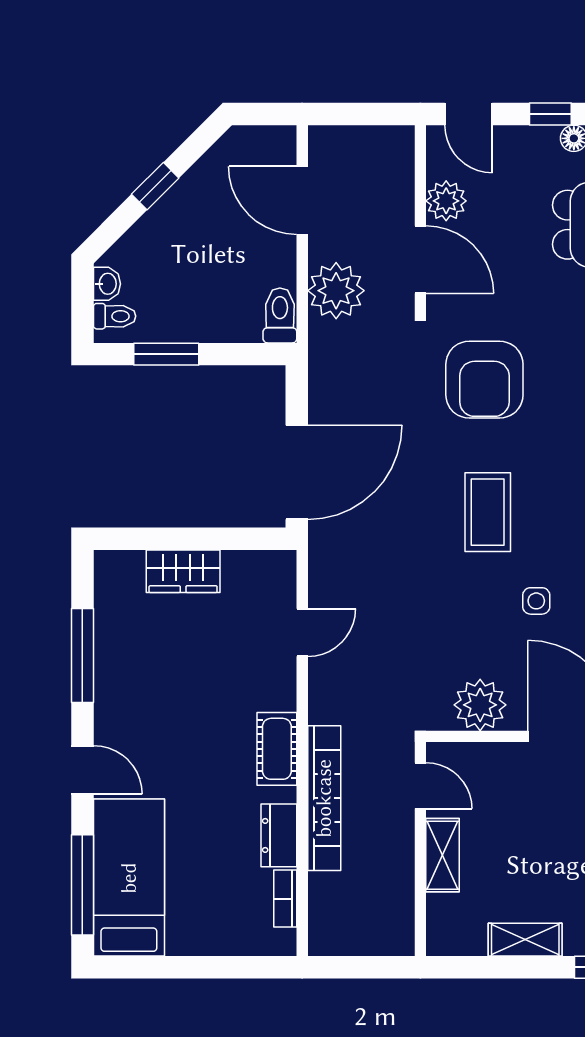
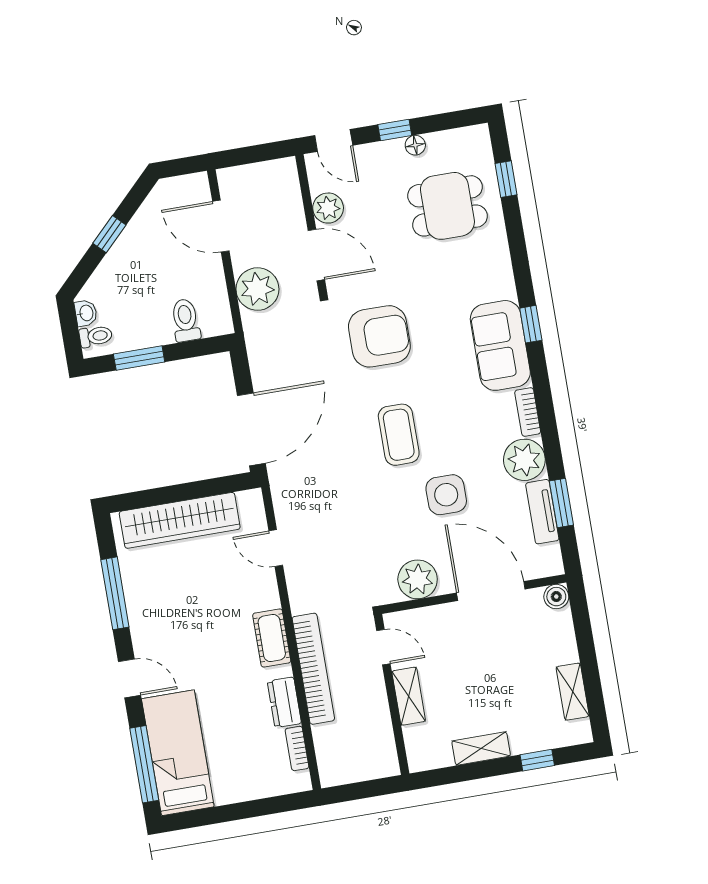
toilet: (280, 315) -> (186, 320), moved
armchair: (484, 380) -> (379, 336), turned -90
wardrobe: (183, 571) -> (180, 520), width x2.10, depth x1.17
side table: (536, 601) -> (446, 495), width x1.87, depth x1.87
door: (302, 633) -> (276, 548), swing flipped

